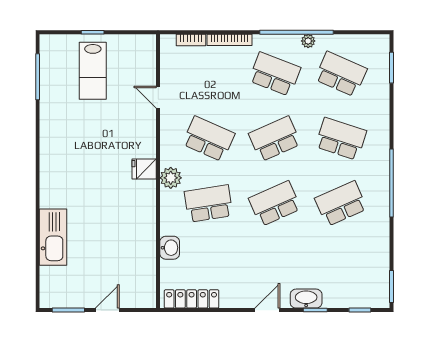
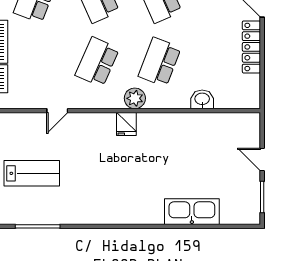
school desk: (209, 204) -> (160, 62), turned 30
locker: (192, 299) -> (251, 47), moved

